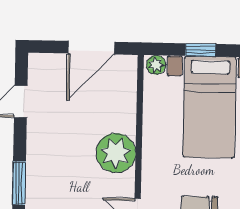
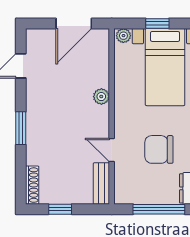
plant: (116, 153) -> (101, 97), width x0.53, depth x0.53

